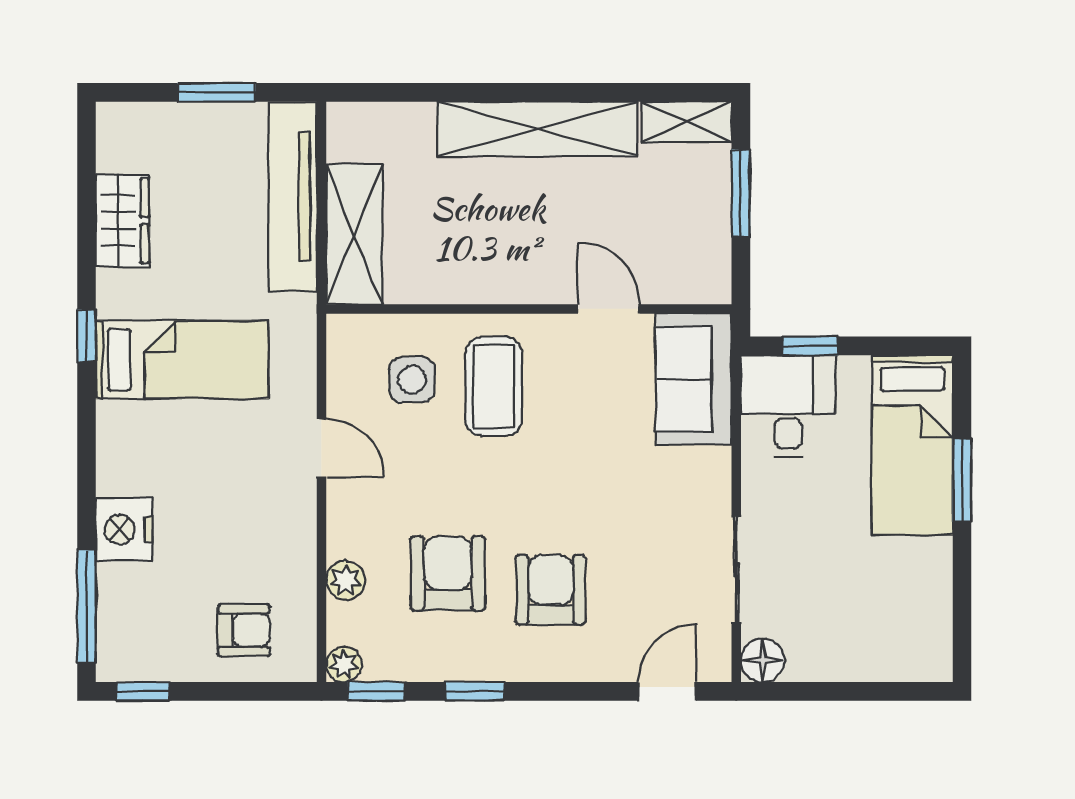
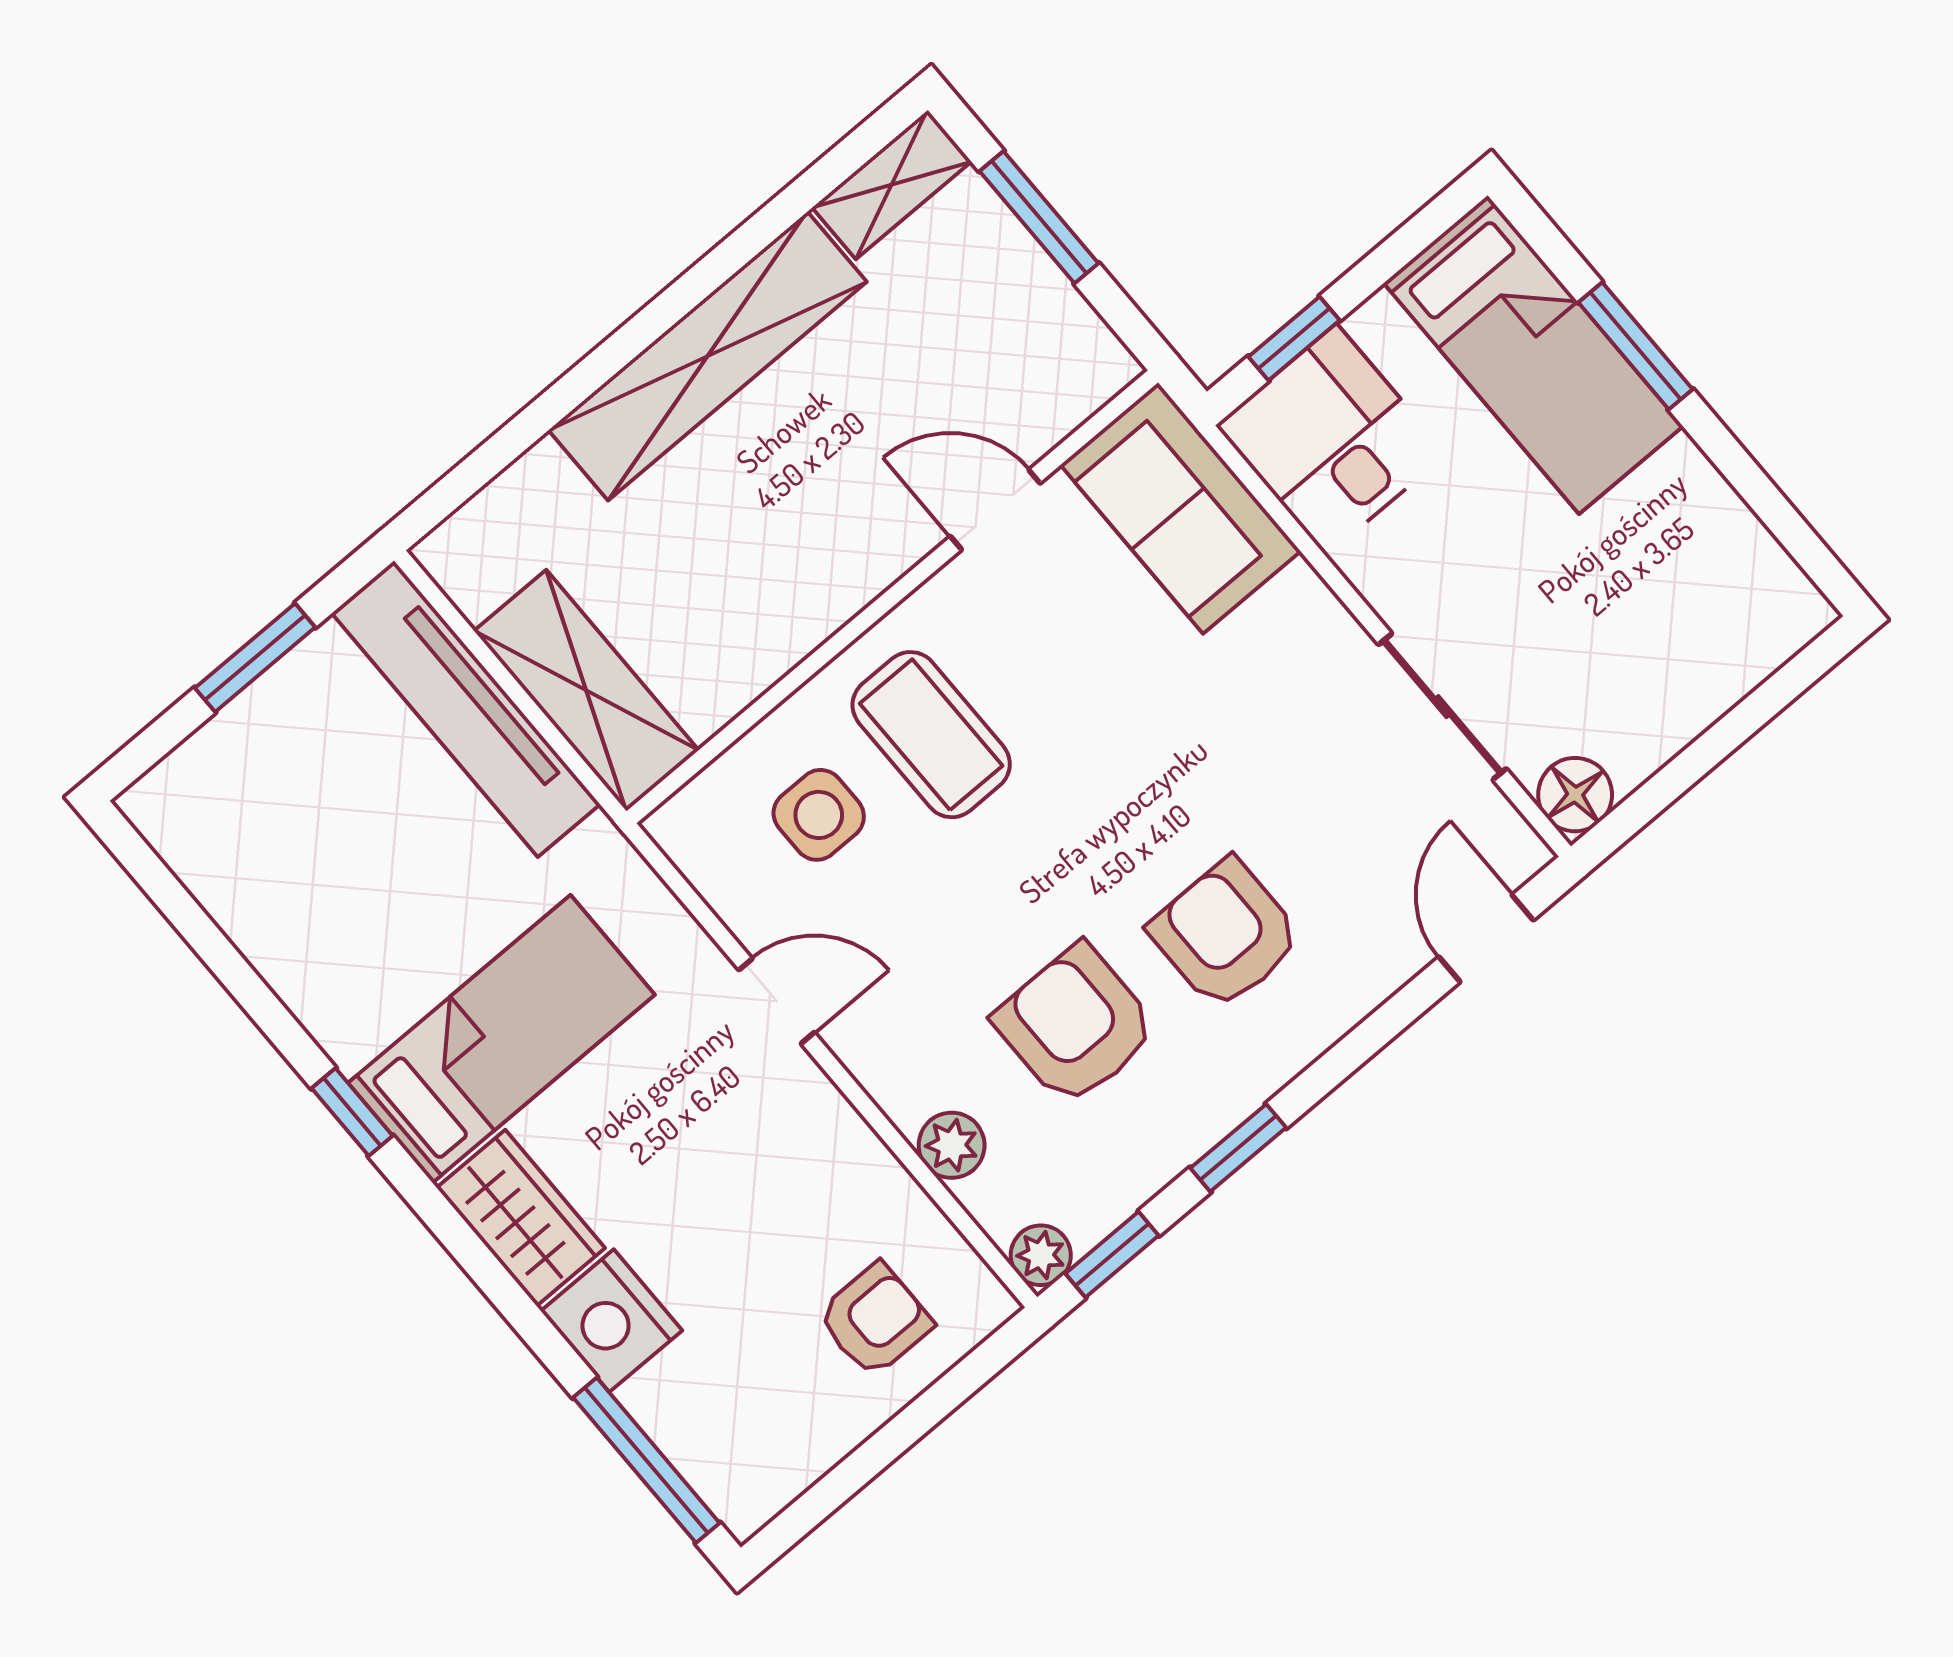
wardrobe: (122, 221) -> (521, 1218), moved
window: (143, 691) -> (811, 1508), removed

